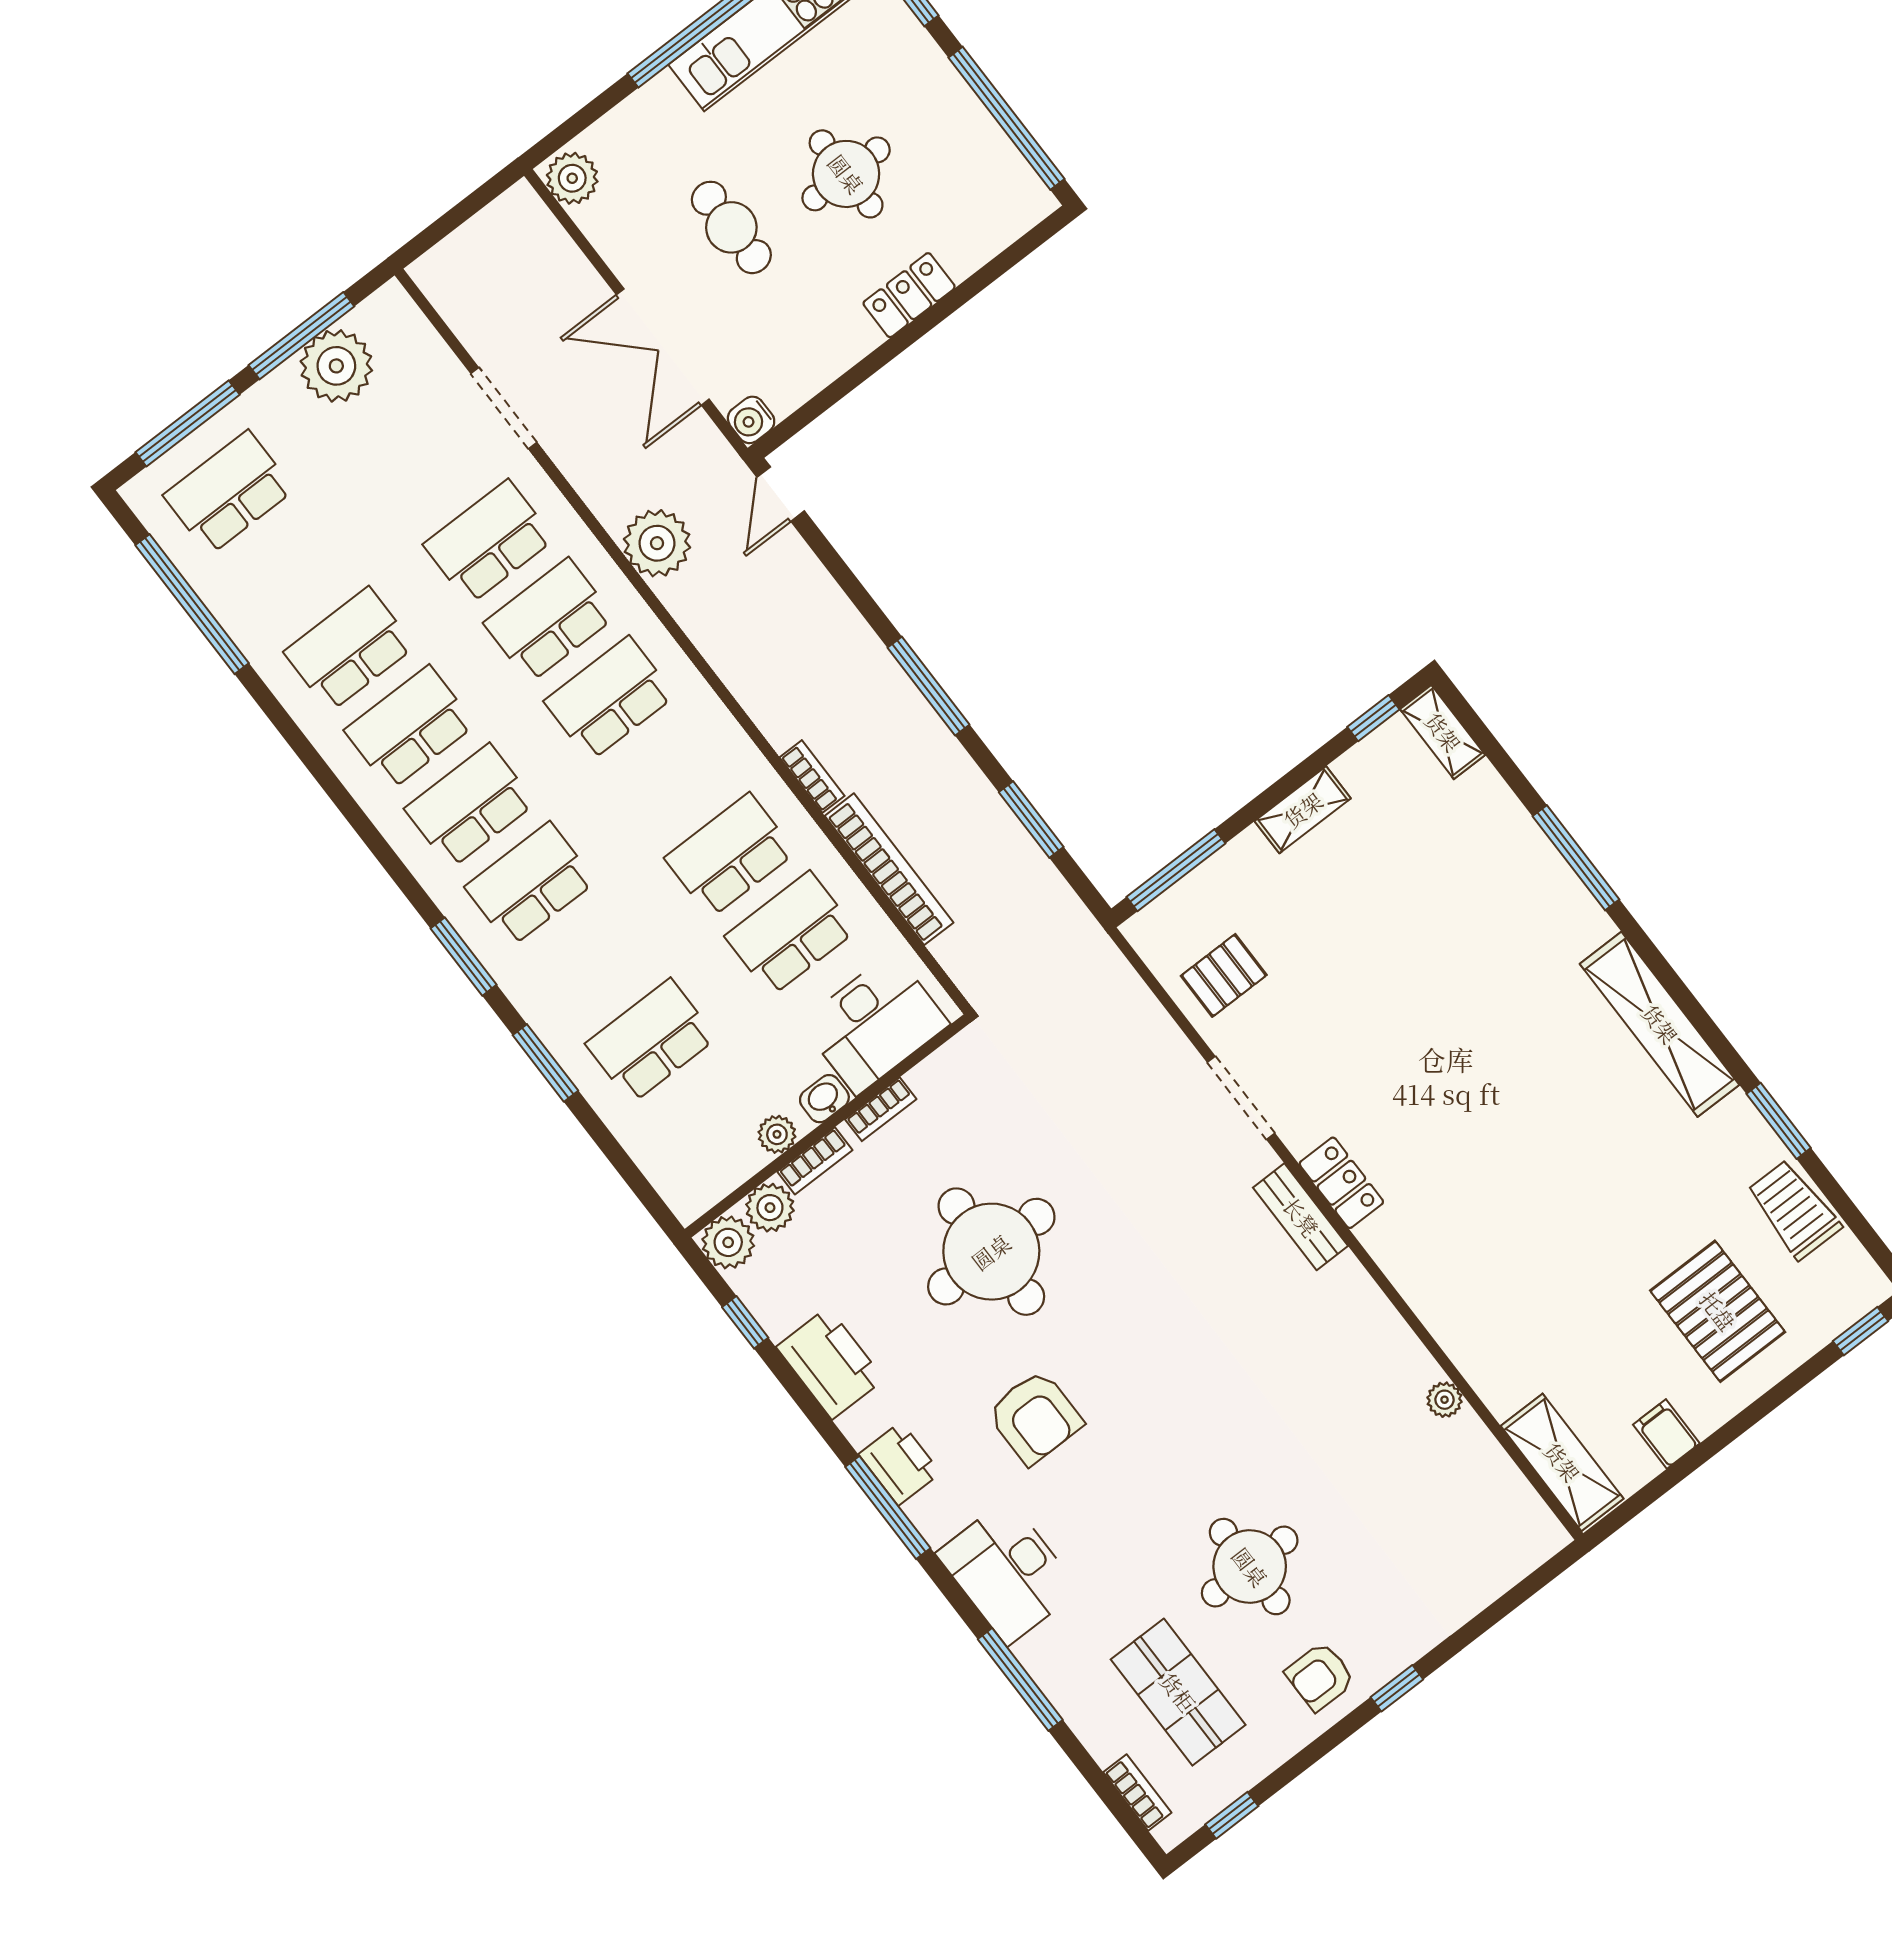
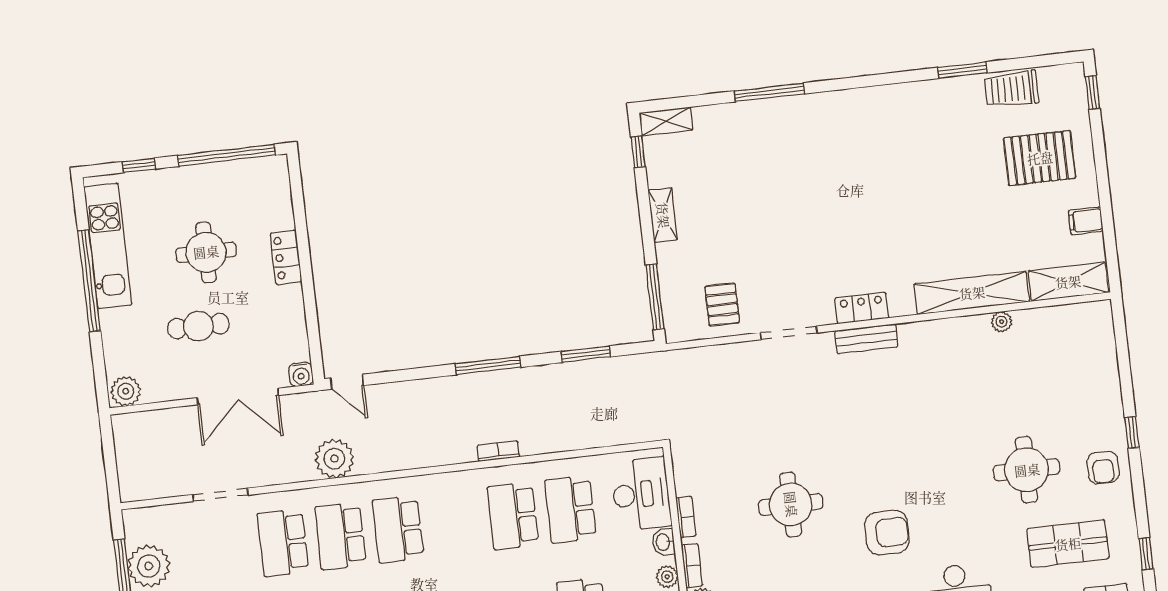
bookcase: (889, 869) -> (568, 440), removed
shelving: (1660, 1024) -> (972, 293), moved
round table: (991, 1252) -> (791, 504), width x0.73, depth x0.73

